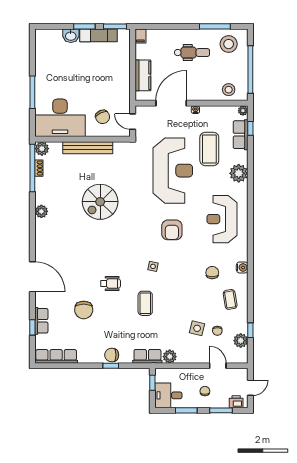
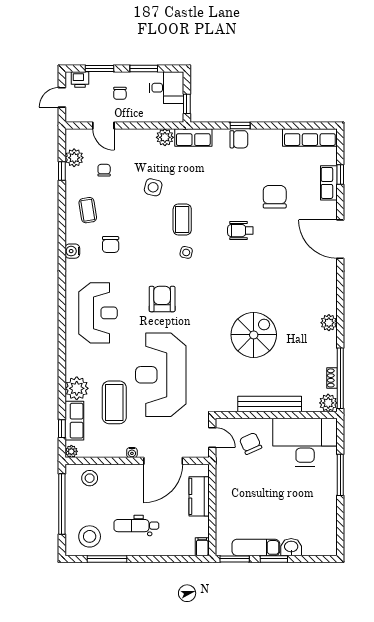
plant: (239, 173) -> (77, 388), moved
coffee table: (145, 303) -> (182, 219), moved
side table: (197, 328) -> (153, 187), moved

